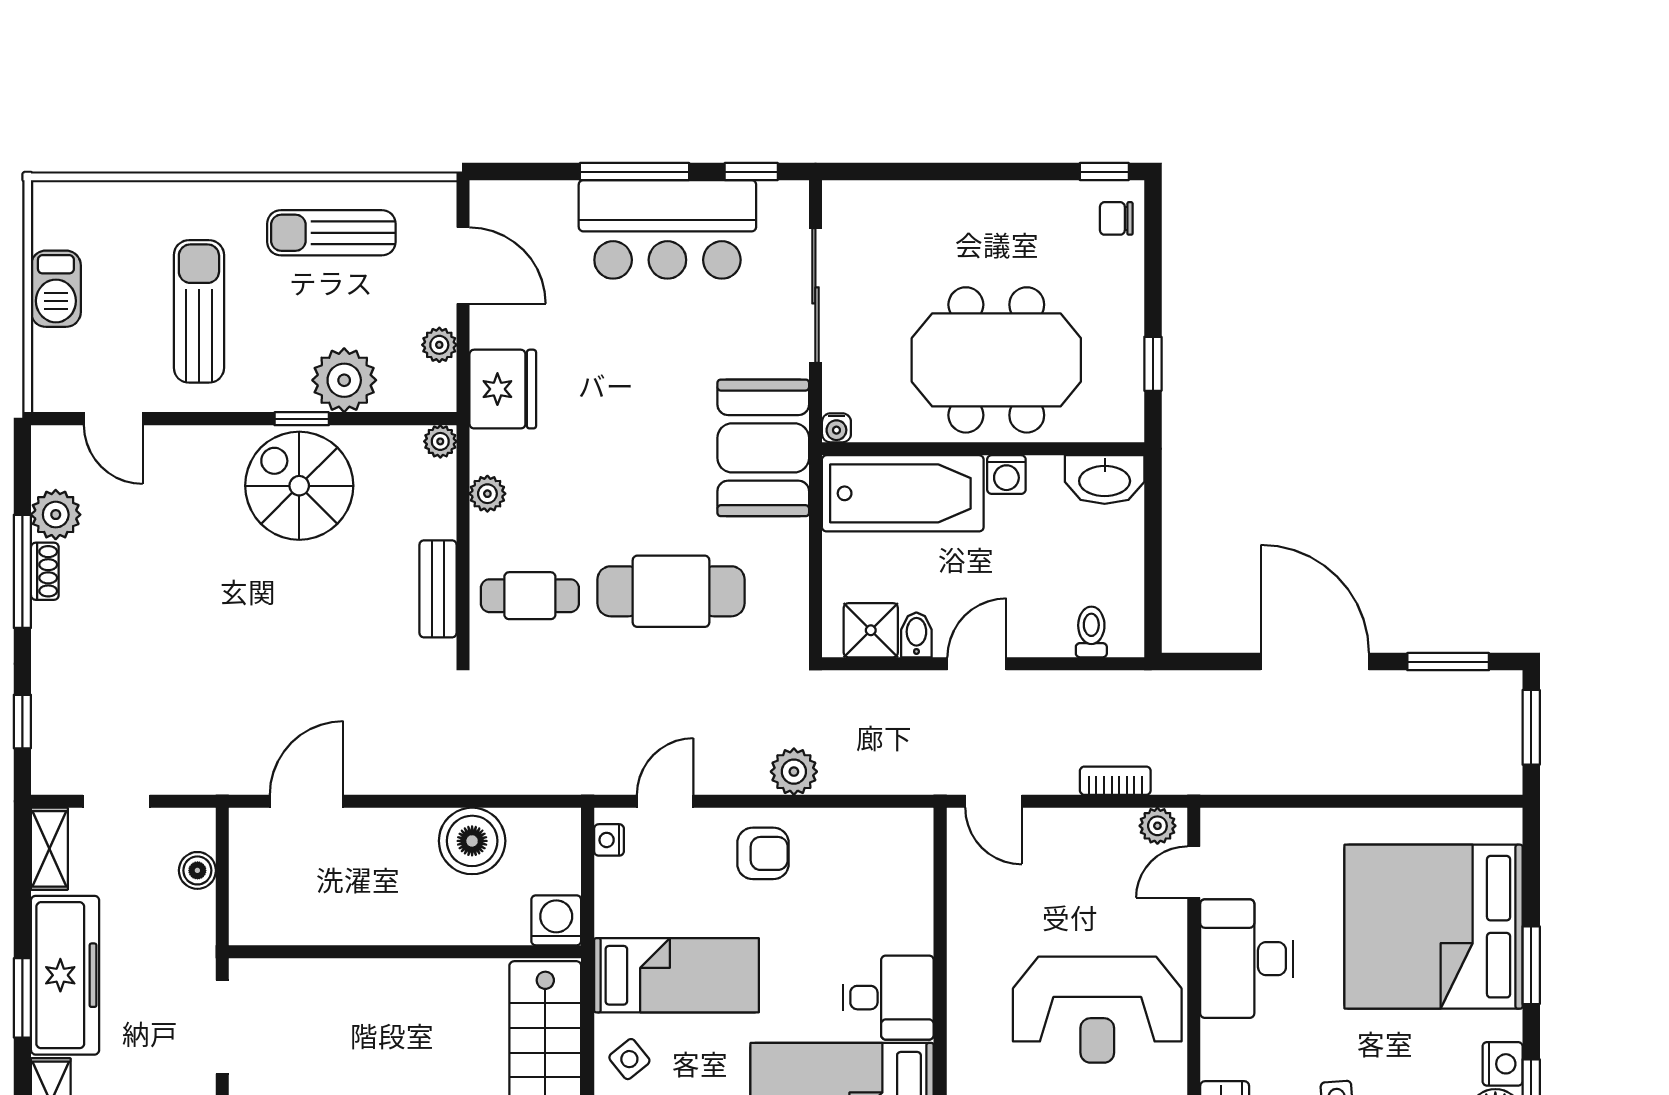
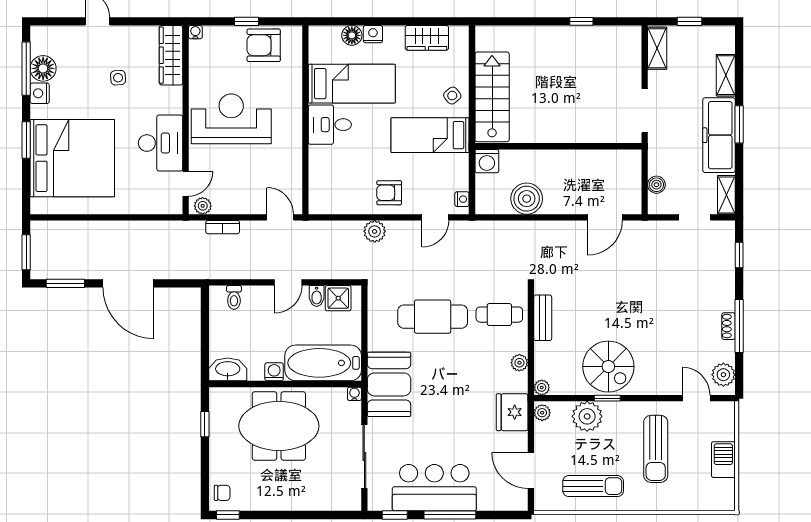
plant: (439, 345) -> (542, 413), moved
plant: (56, 515) -> (723, 375), moved

